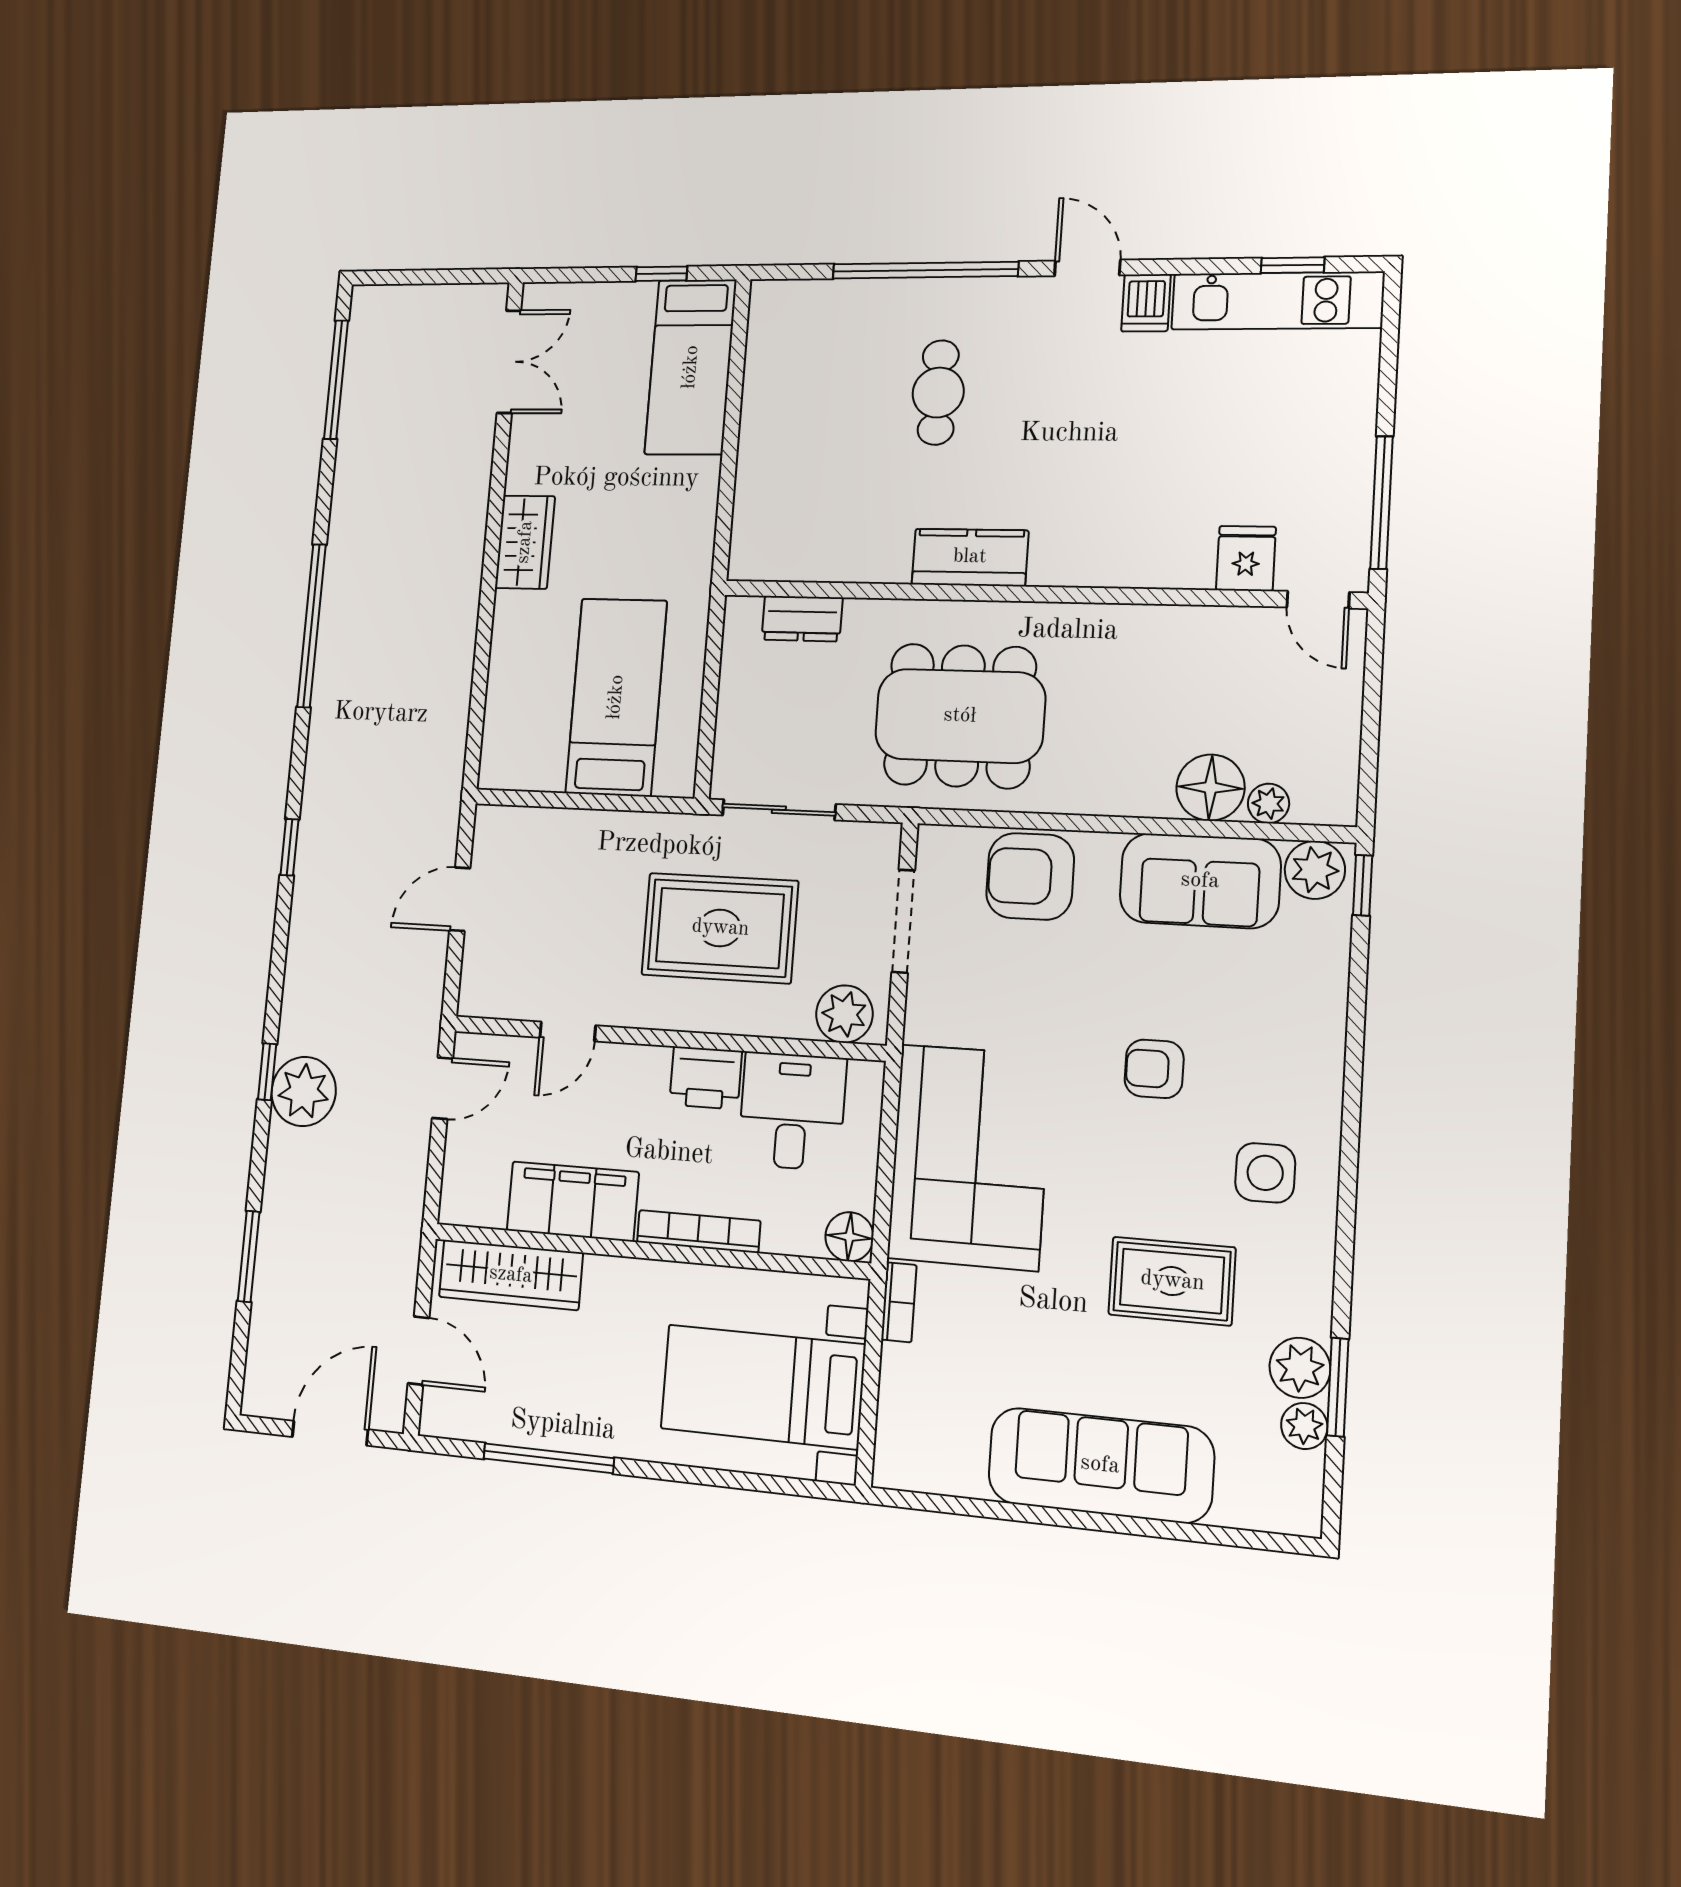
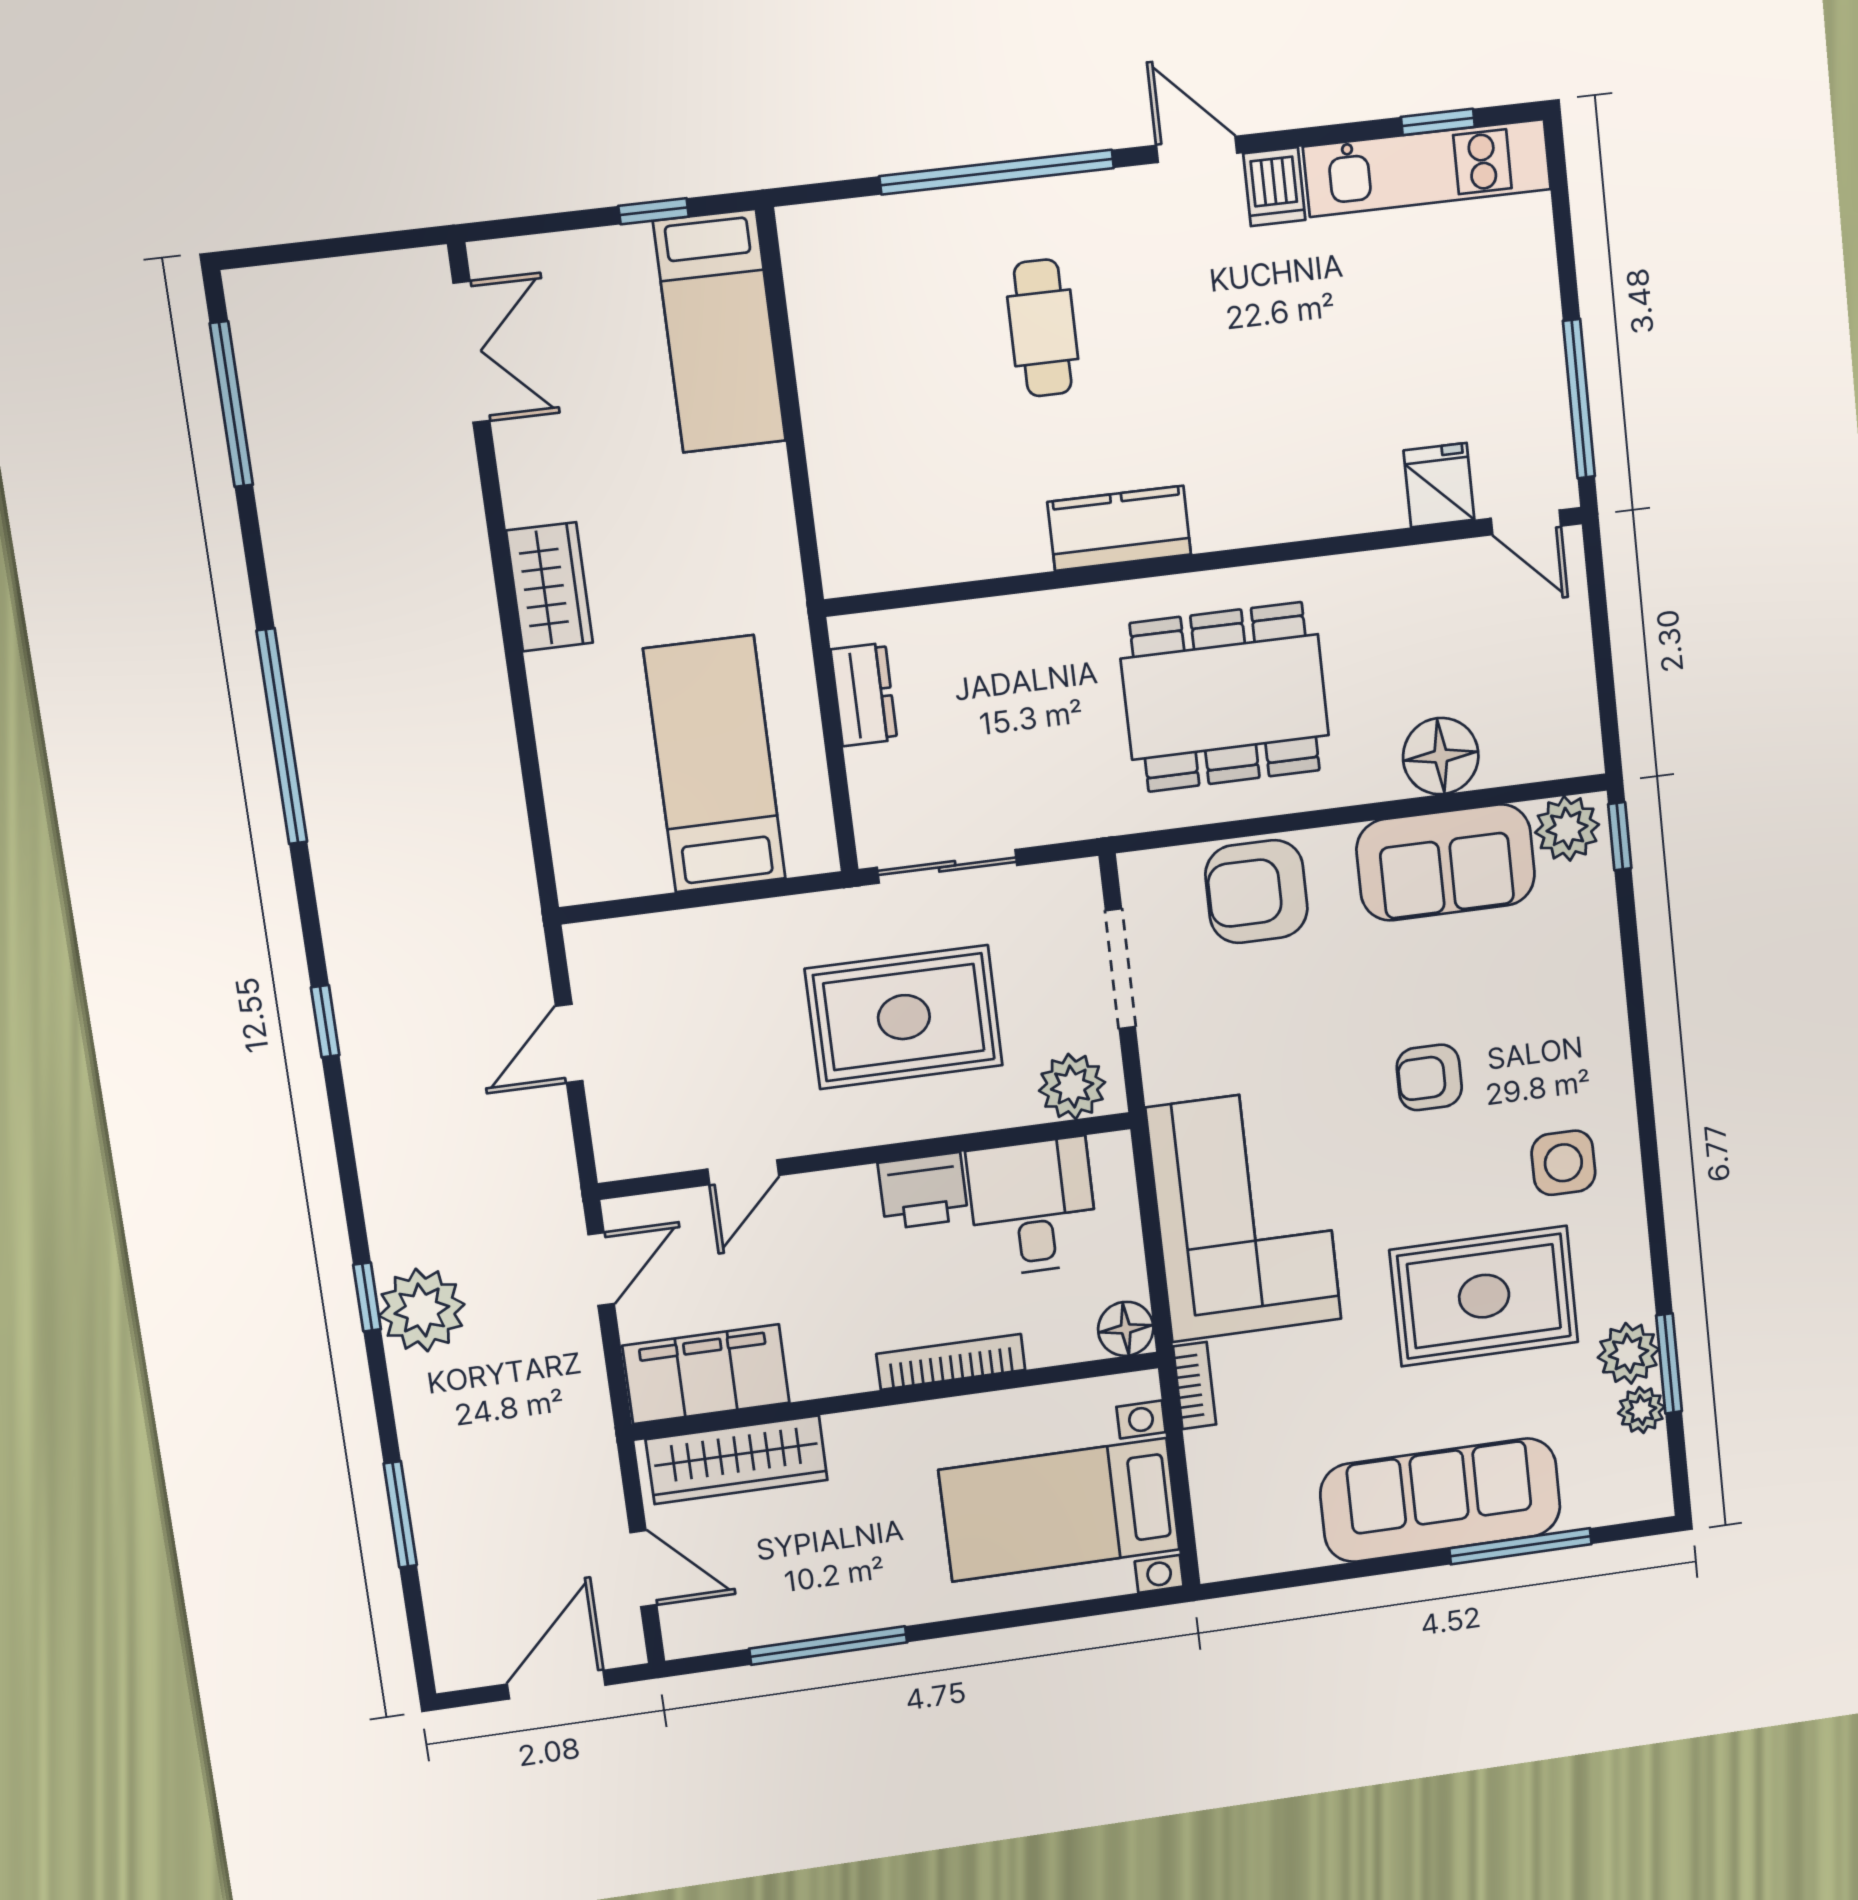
dresser: (802, 619) -> (864, 695), moved, turned -90
dining table: (960, 716) -> (1225, 697), moved
plant: (1268, 803) -> (1507, 763), removed
filing cabinet: (573, 1201) -> (706, 1374), moved
rug: (1172, 1281) -> (1484, 1296), width x1.36, depth x1.43
window: (1168, 1530) -> (1520, 1546), added

